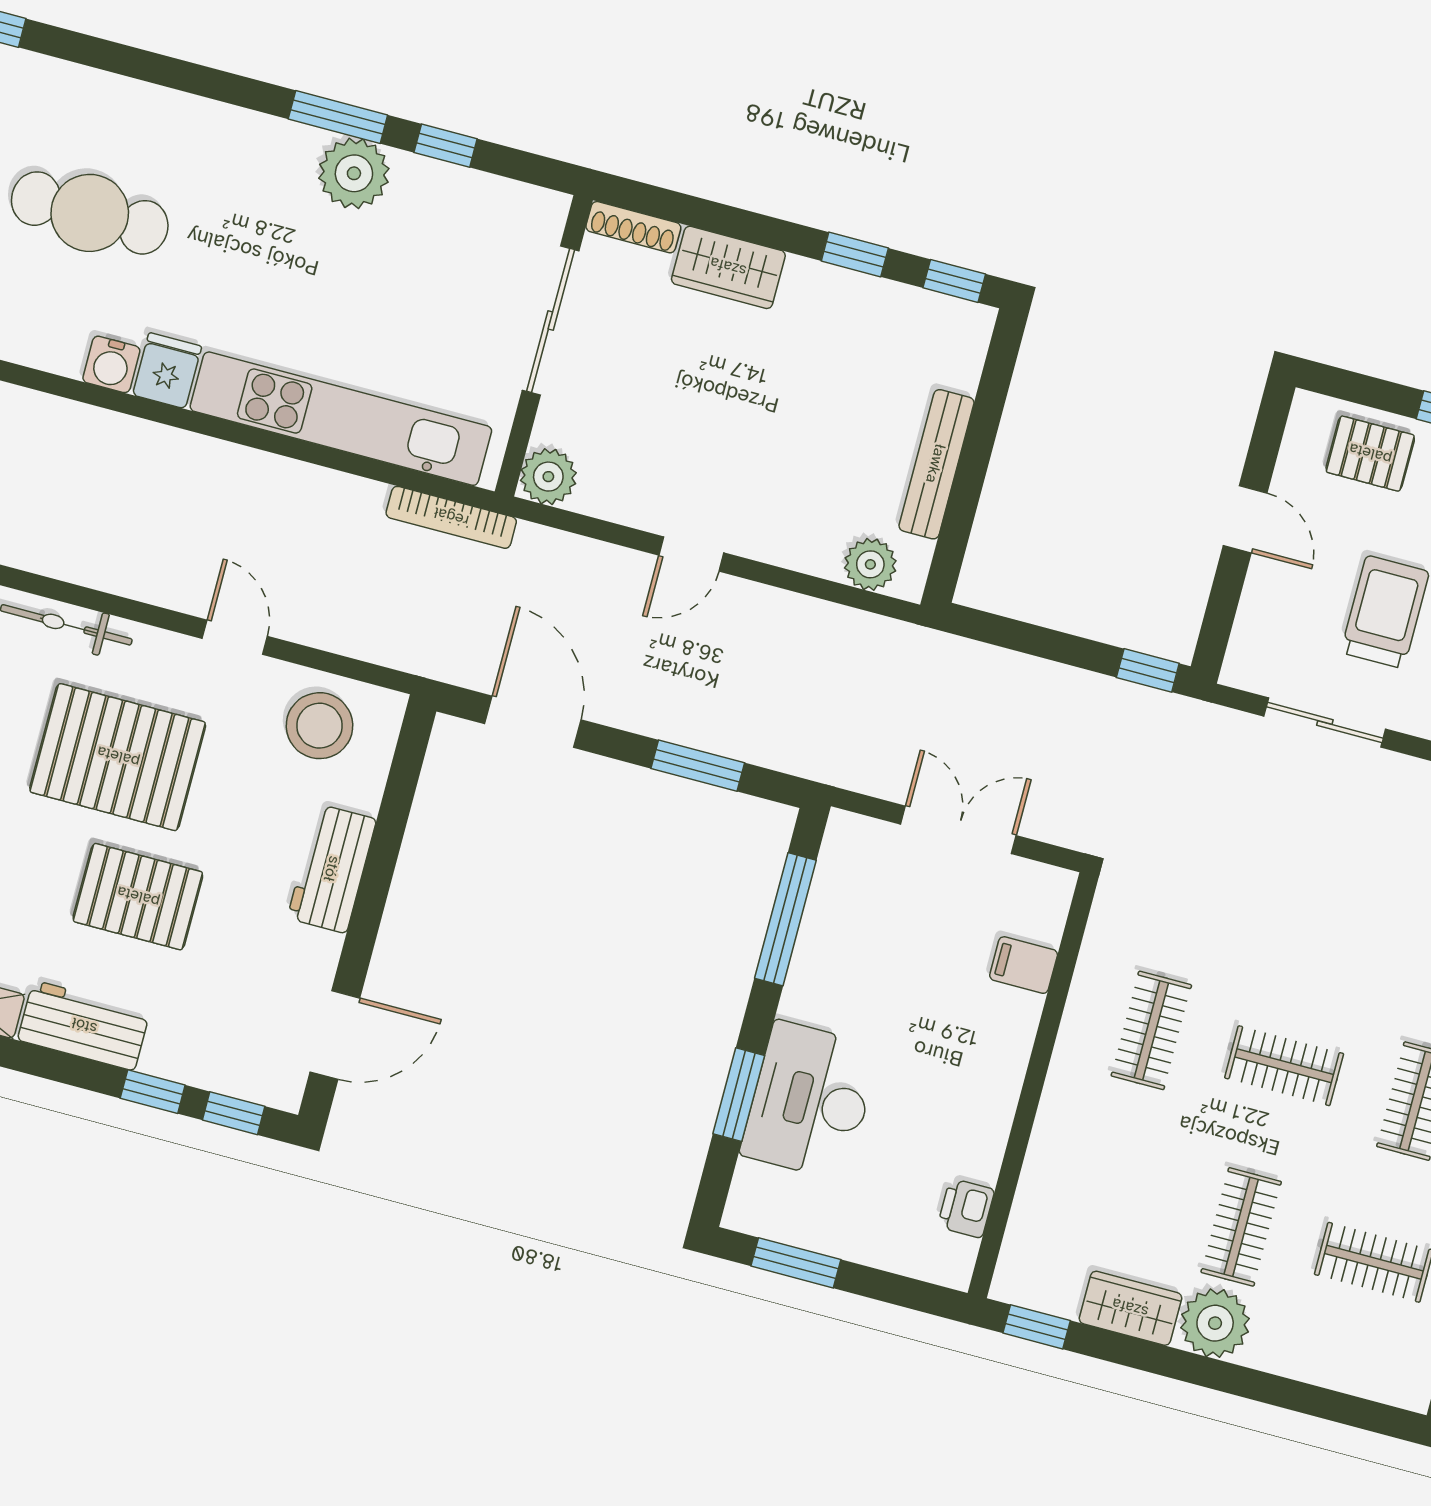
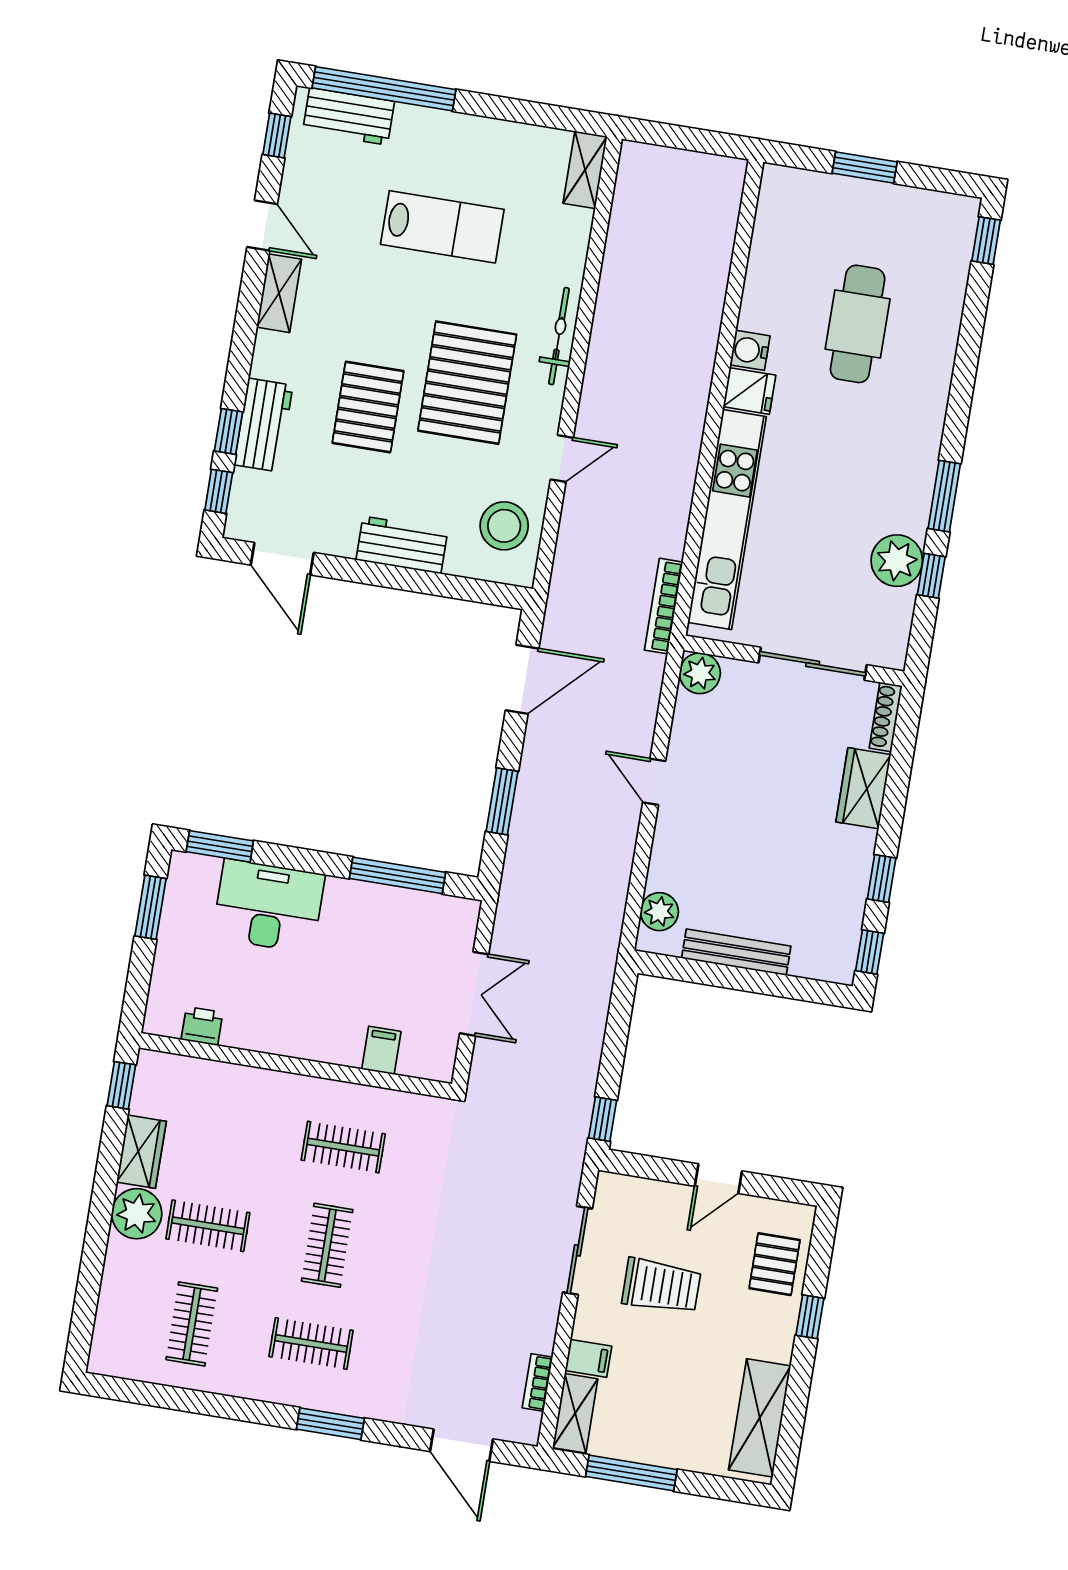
plant: (354, 173) -> (897, 561), moved
workbench: (84, 1026) -> (263, 425), moved
window: (739, 1095) -> (220, 846), moved

